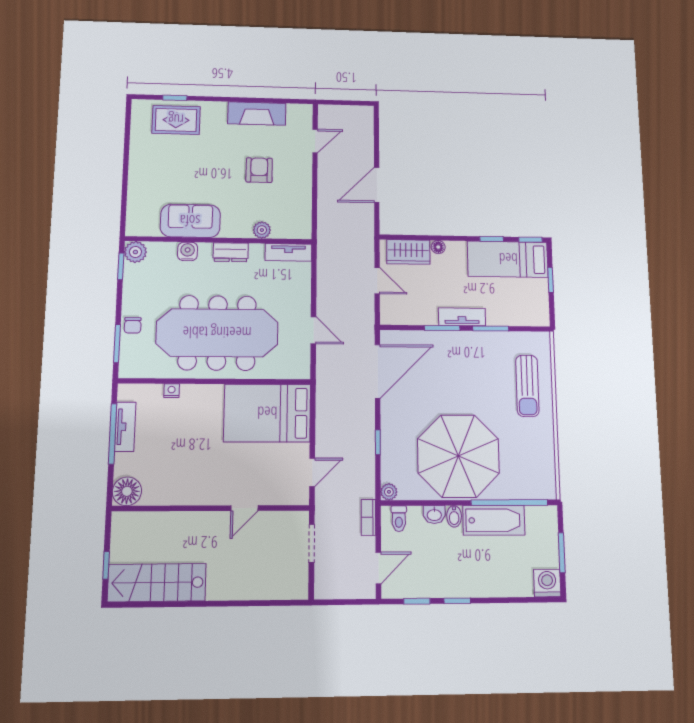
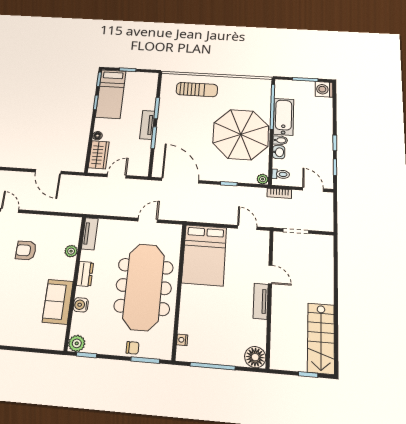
nightstand: (172, 391) -> (182, 340), moved
tv unit: (125, 427) -> (261, 301), moved, turned -90

